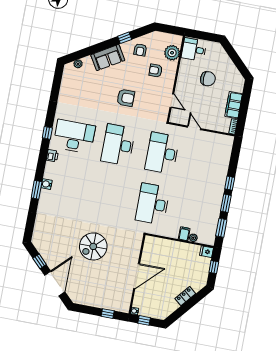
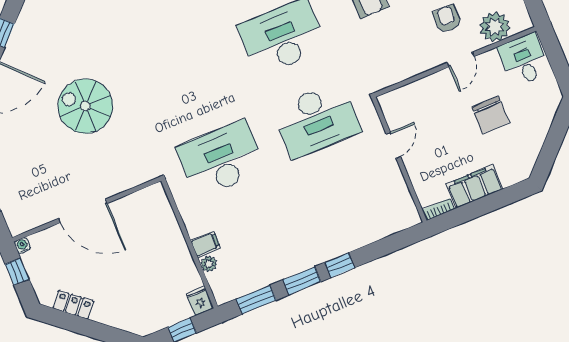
door: (172, 101) -> (461, 59), moved
desk: (162, 153) -> (316, 120), turned 180
locker: (185, 296) -> (73, 305), moved

